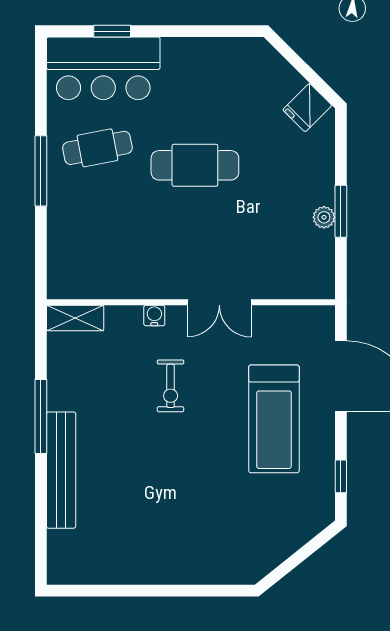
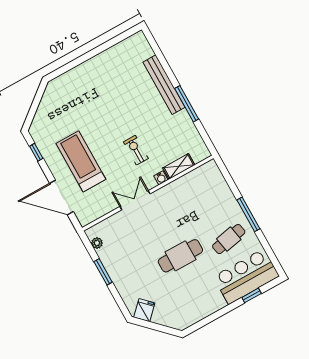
plant: (324, 217) -> (97, 243), moved
shelving: (75, 318) -> (179, 166), moved

